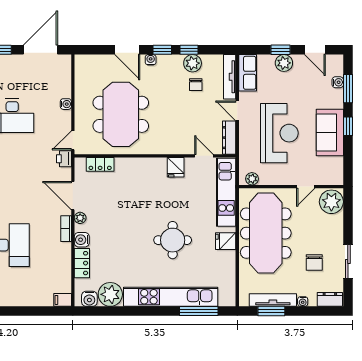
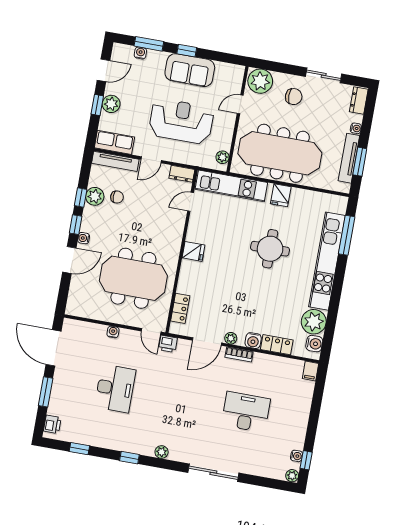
dresser: (229, 138) -> (182, 174), width x0.70
fridge: (176, 167) -> (193, 251), moved
door: (306, 187) -> (240, 104), swing flipped
chair: (314, 263) -> (294, 97), moved

